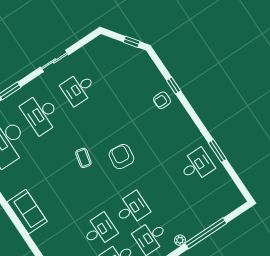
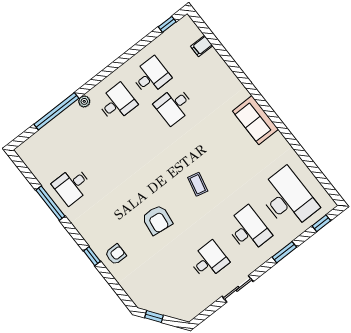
window: (174, 86) -> (92, 256), moved
window: (217, 151) -> (50, 203), width x1.44
armchair: (121, 157) -> (157, 220), moved
desk: (132, 209) -> (140, 132), removed

